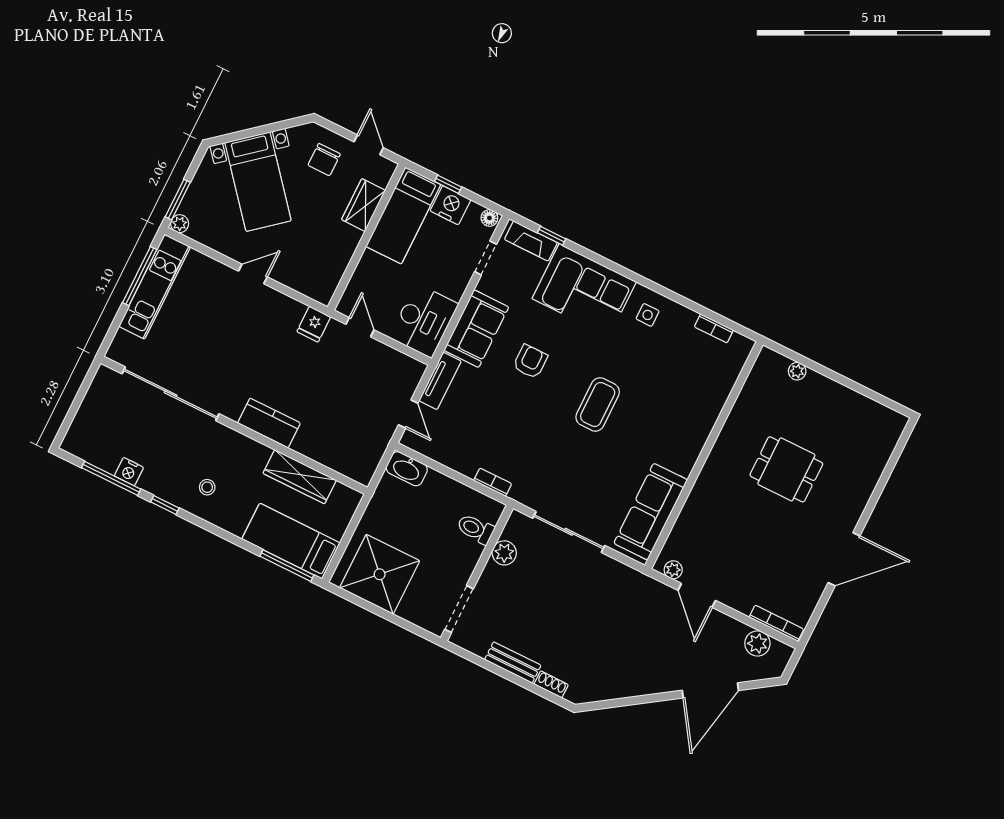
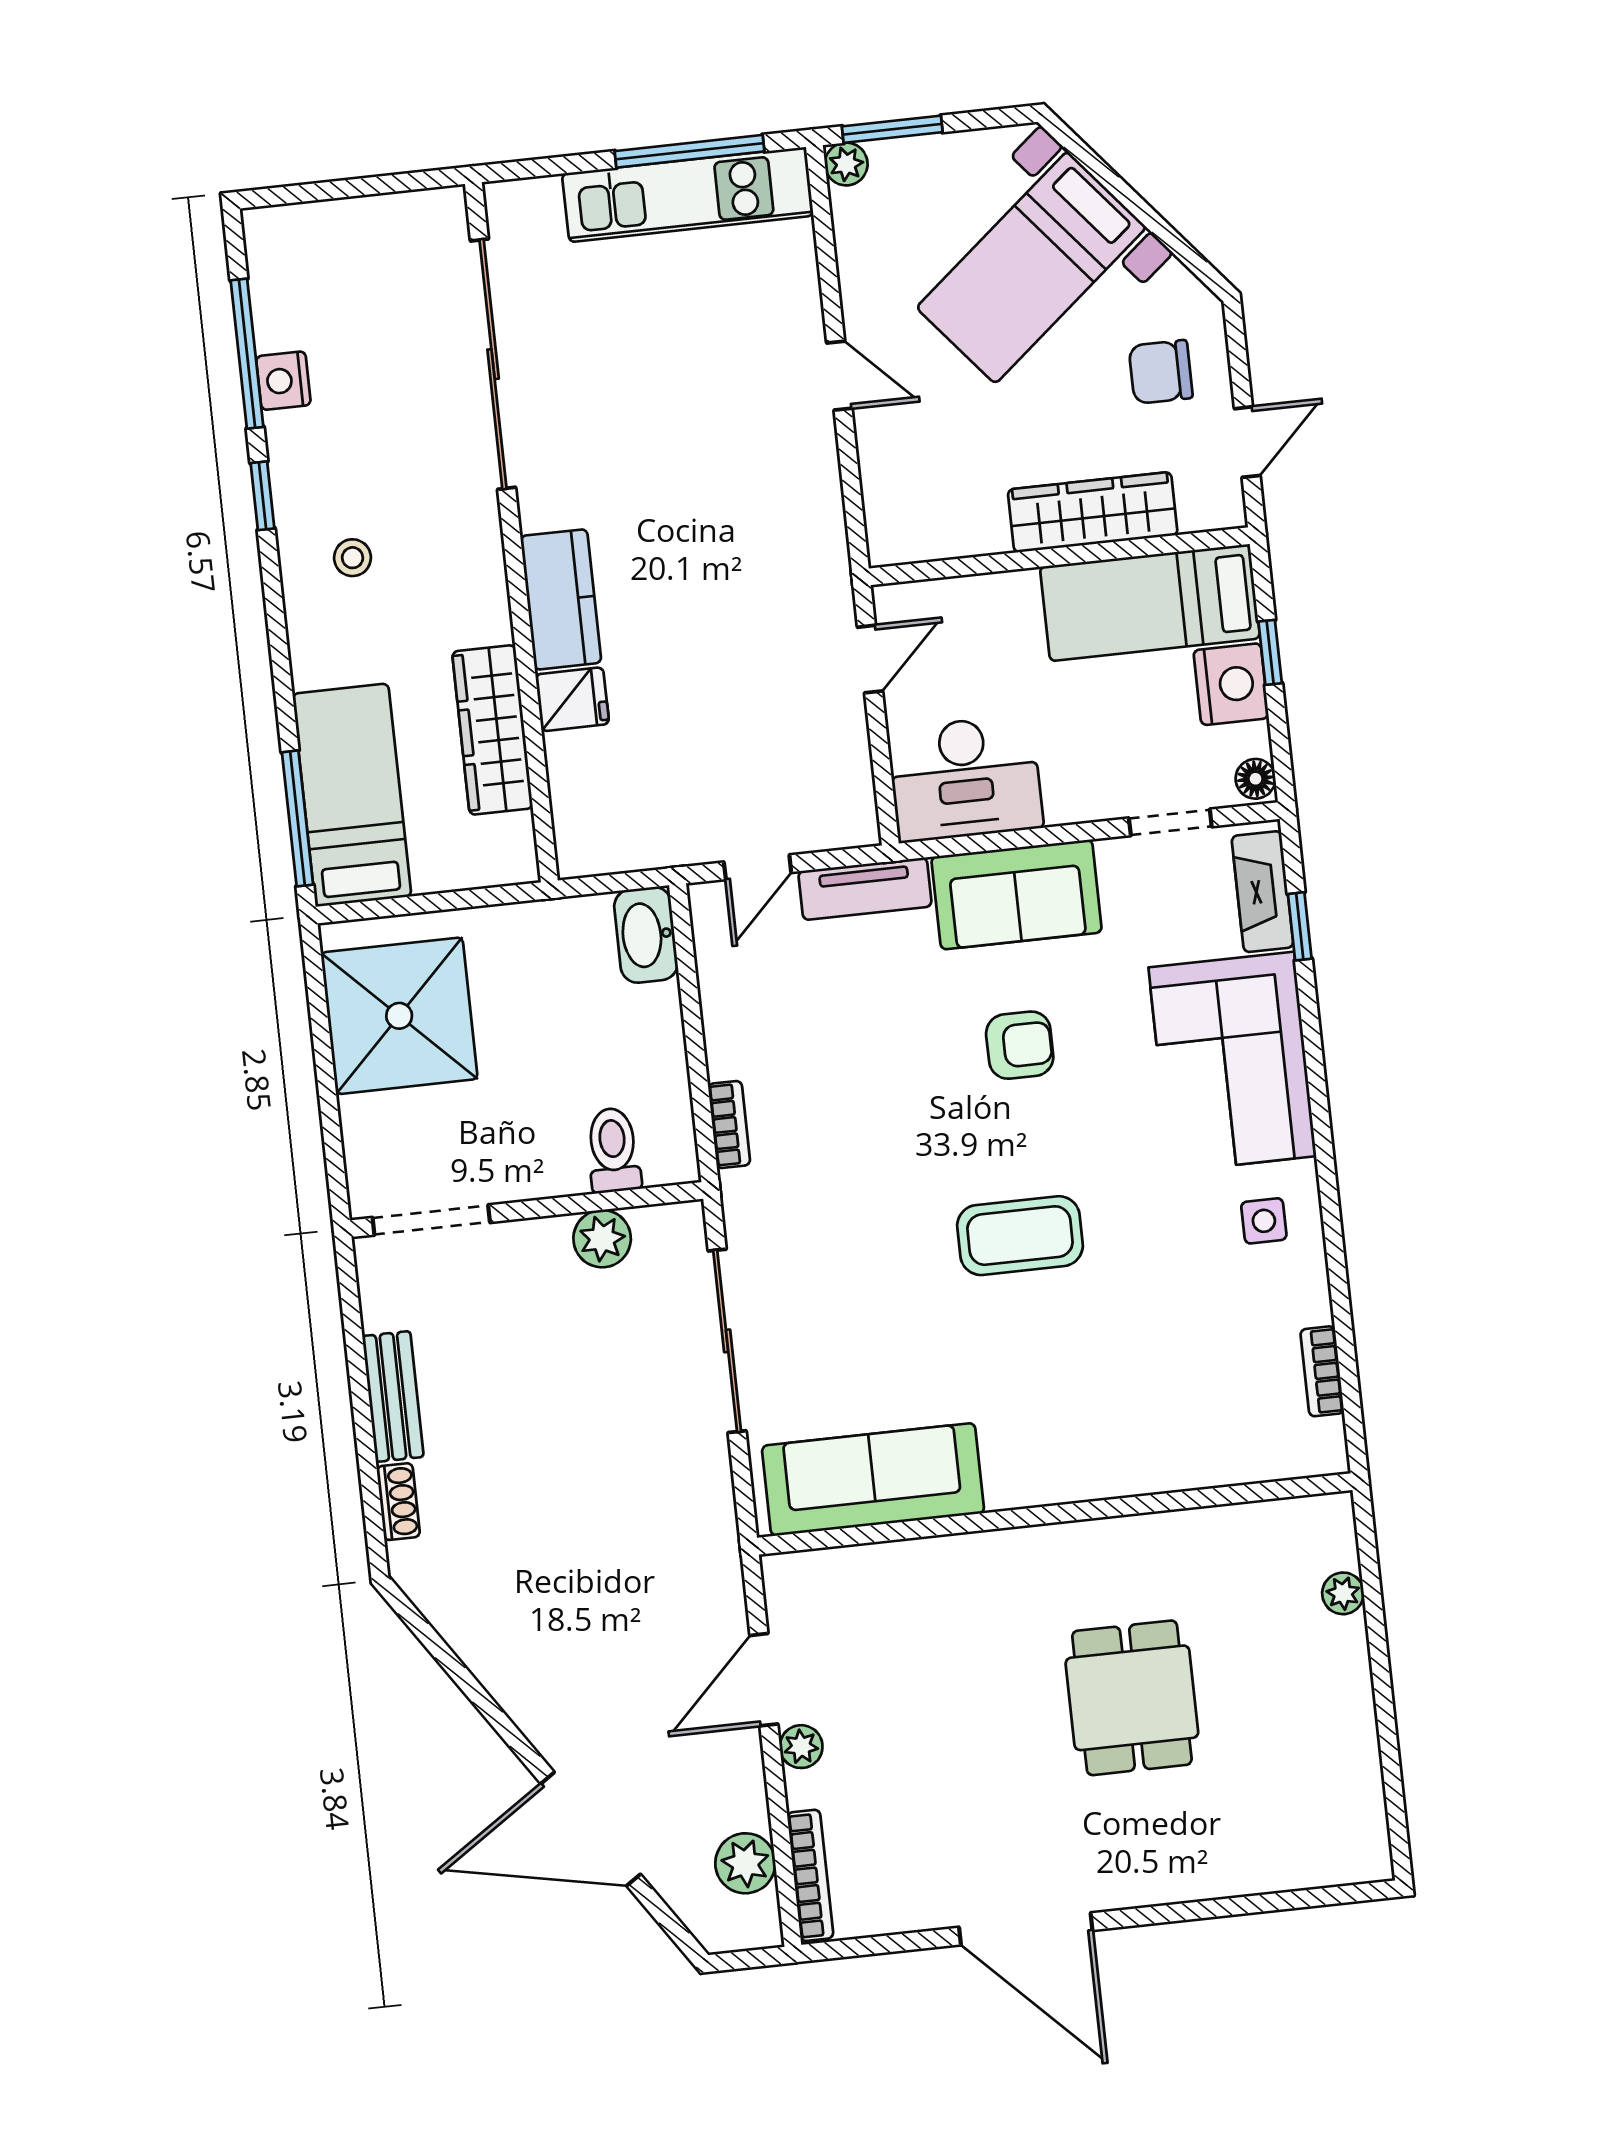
wardrobe: (364, 205) -> (1093, 512), width x1.50
fridge: (314, 324) -> (572, 699), moved, turned 180
plant: (673, 570) -> (801, 1747), moved

